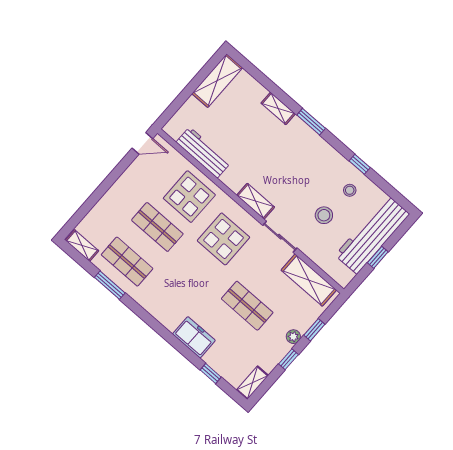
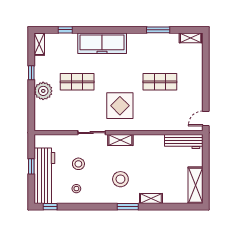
workbench: (203, 152) -> (184, 142), moved
stool: (293, 159) -> (120, 179), added
window: (360, 164) -> (50, 207), moved
display table: (189, 197) -> (157, 112), removed
shop shelf: (127, 262) -> (160, 50), removed
shelving: (309, 280) -> (57, 123), removed
window: (314, 330) -> (31, 100), removed
freezer: (194, 337) -> (102, 43), width x1.91, depth x1.26
plant: (293, 337) -> (43, 91), width x1.88, depth x1.88

